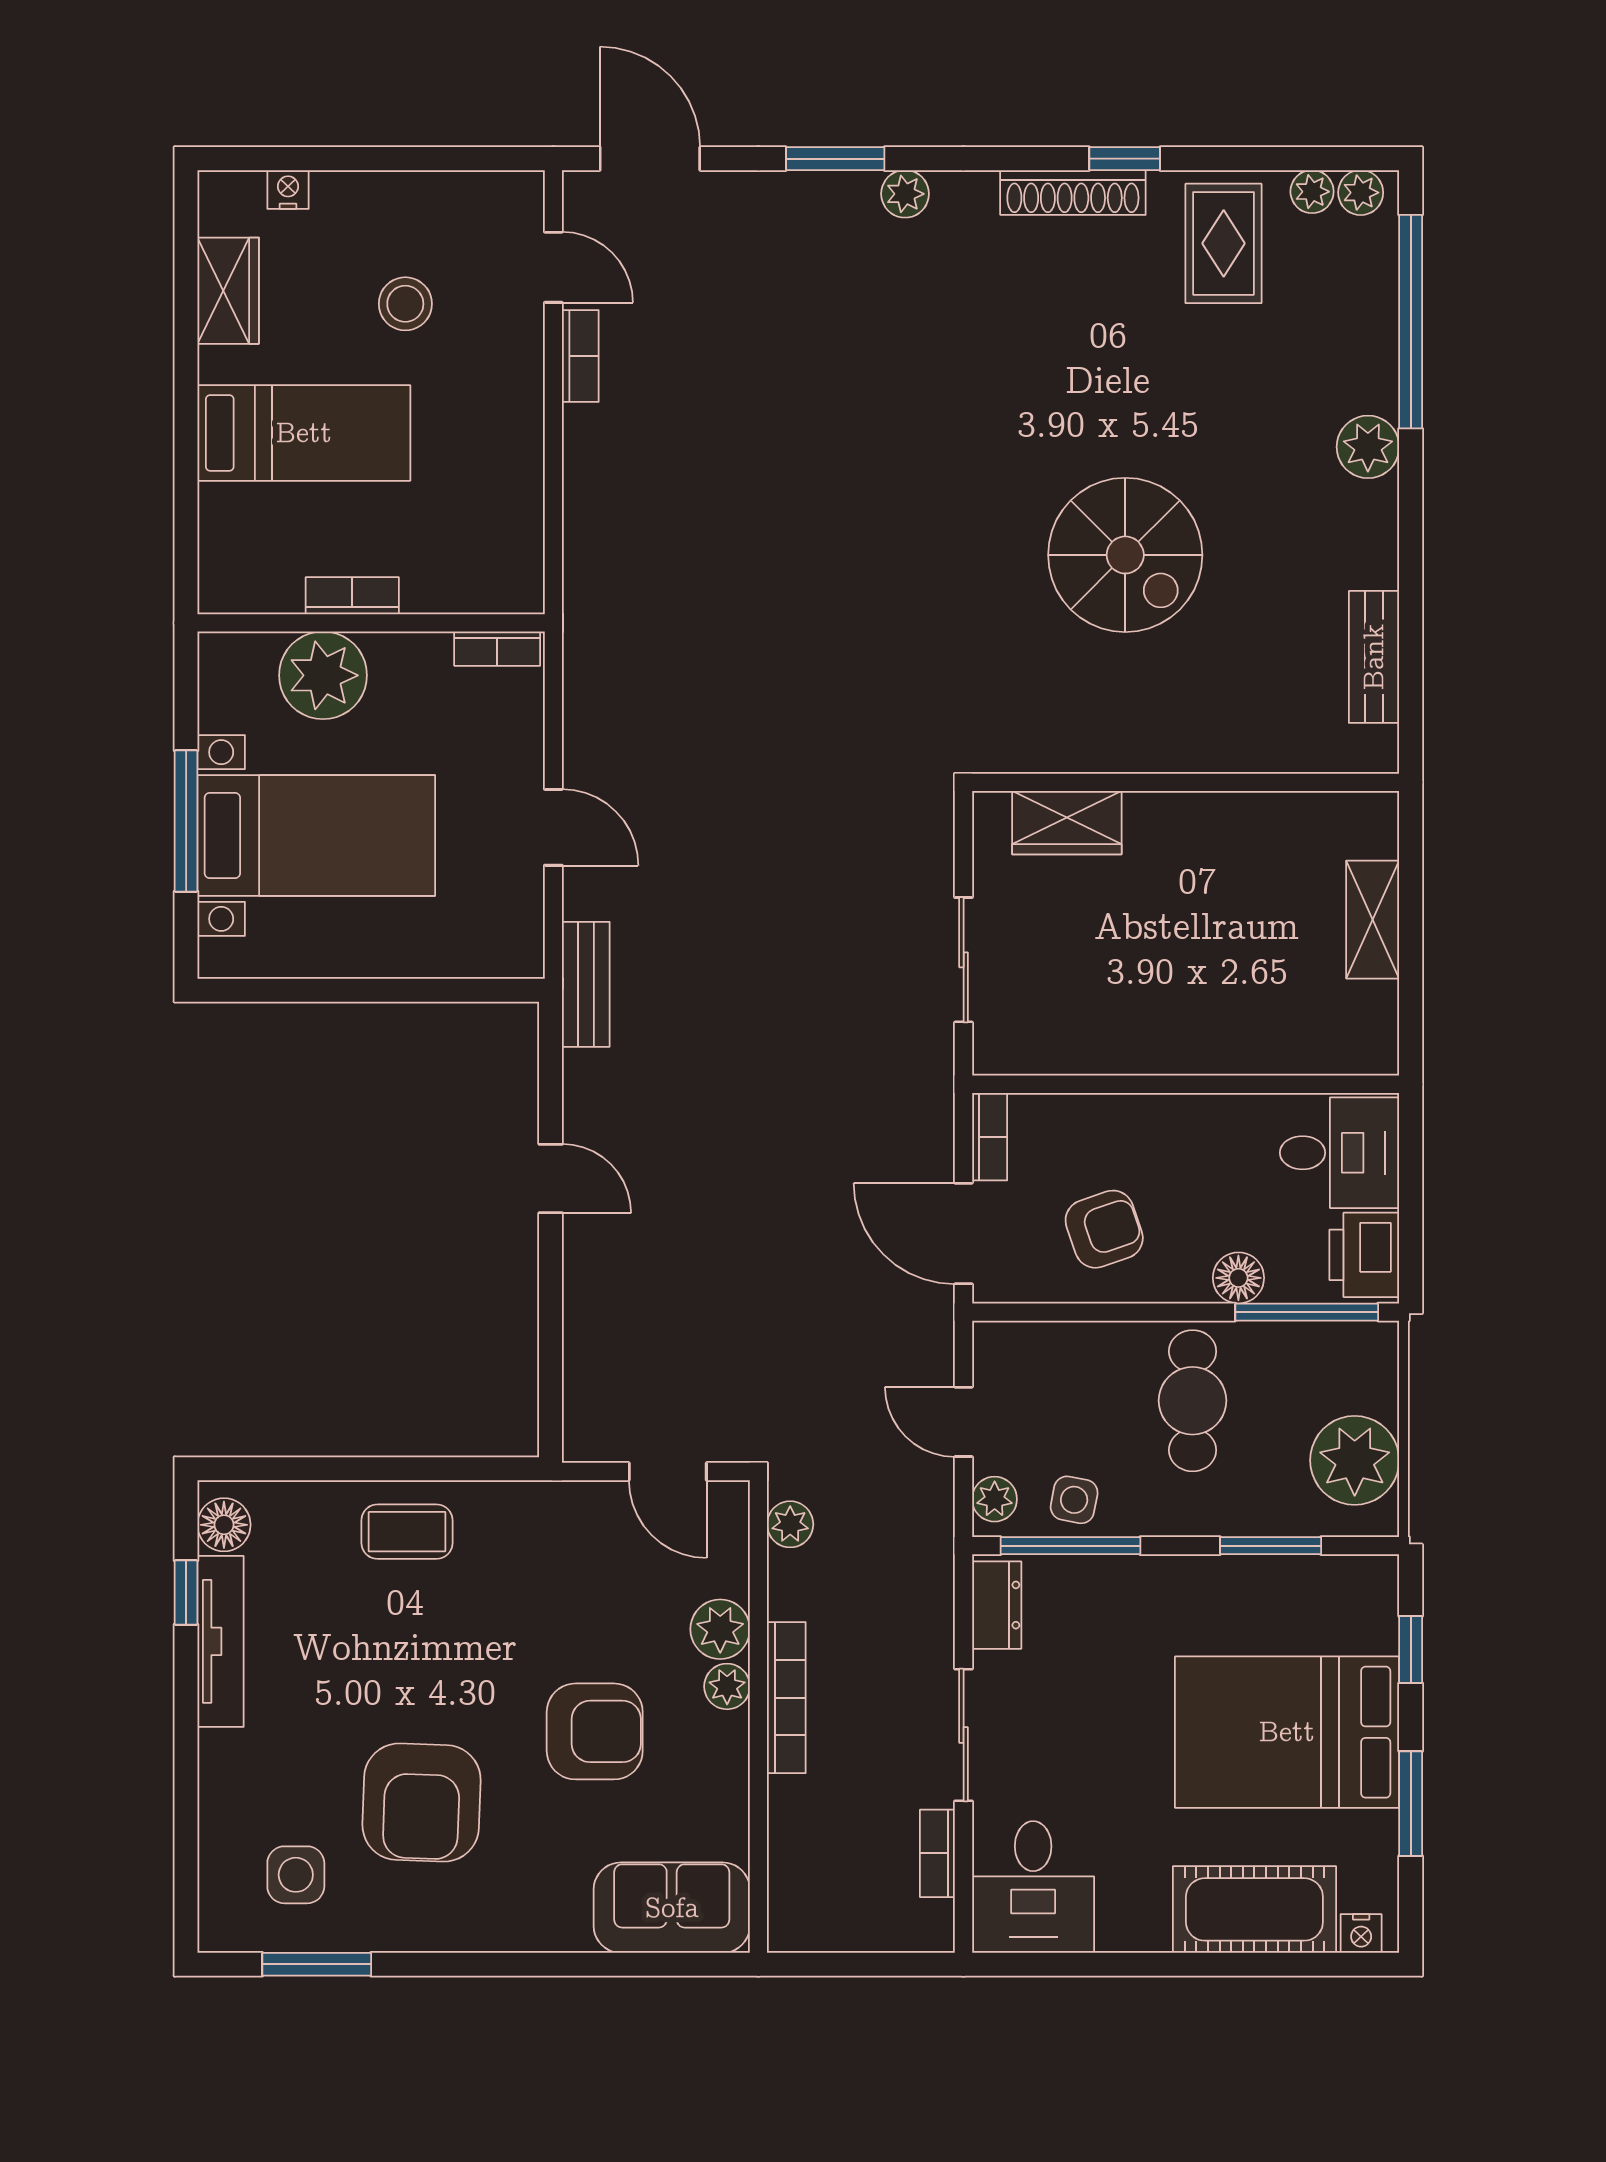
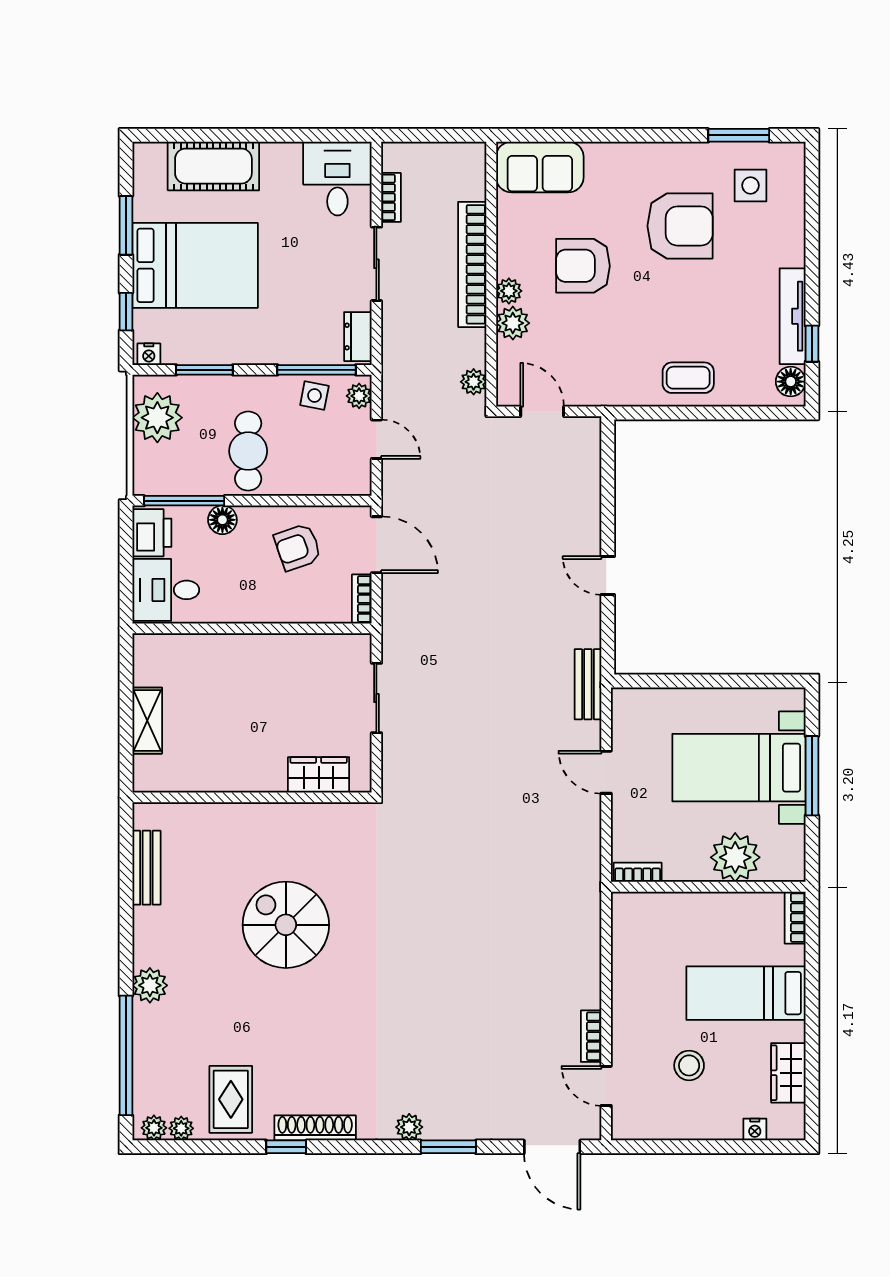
bookcase: (352, 596) -> (795, 918), moved, turned 90
bookcase: (786, 1698) -> (472, 264), width x1.48, depth x1.31
armchair: (422, 1802) -> (680, 226), turned 88
nightstand: (1361, 1933) -> (149, 354), moved, turned 180

